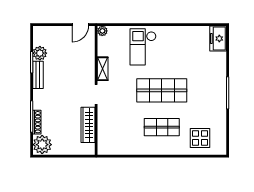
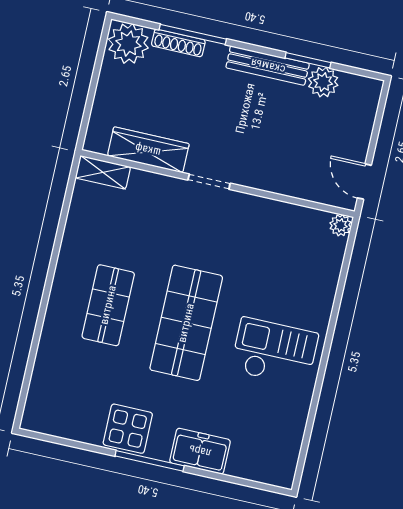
freezer: (218, 38) -> (200, 451), moved
checkout: (143, 47) -> (274, 352), moved
shelving: (103, 69) -> (103, 172), moved
bench: (38, 75) -> (268, 66), width x1.36
display table: (200, 138) -> (128, 429), moved

